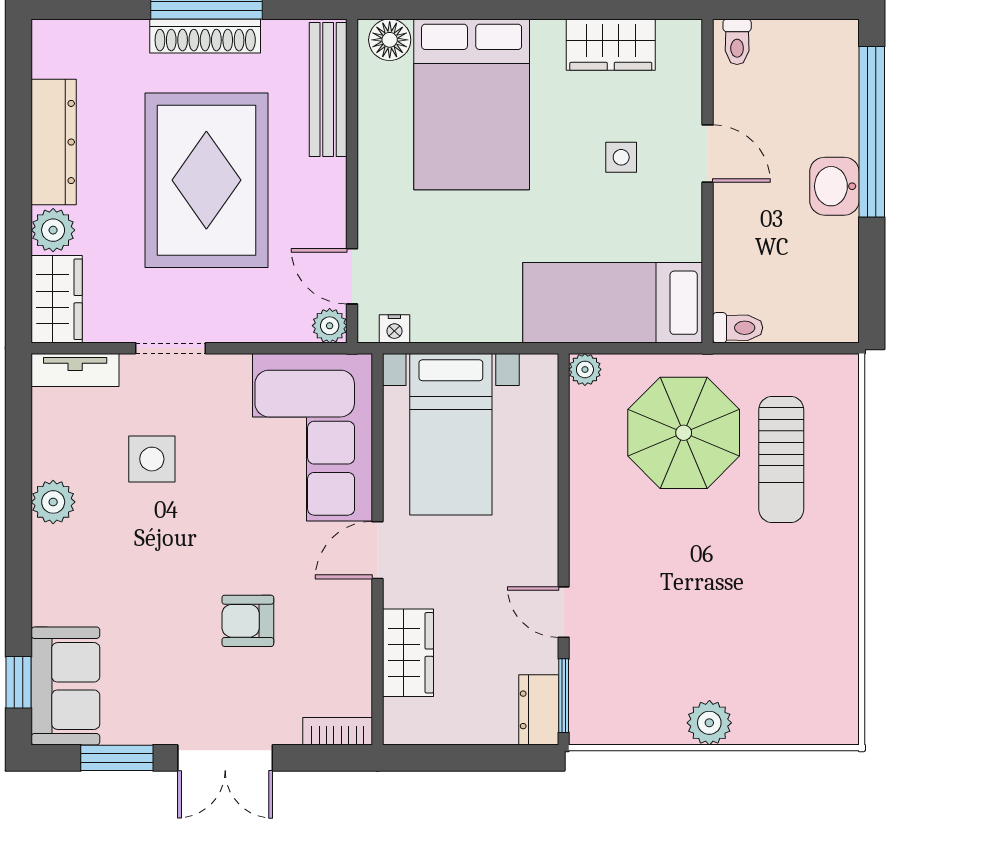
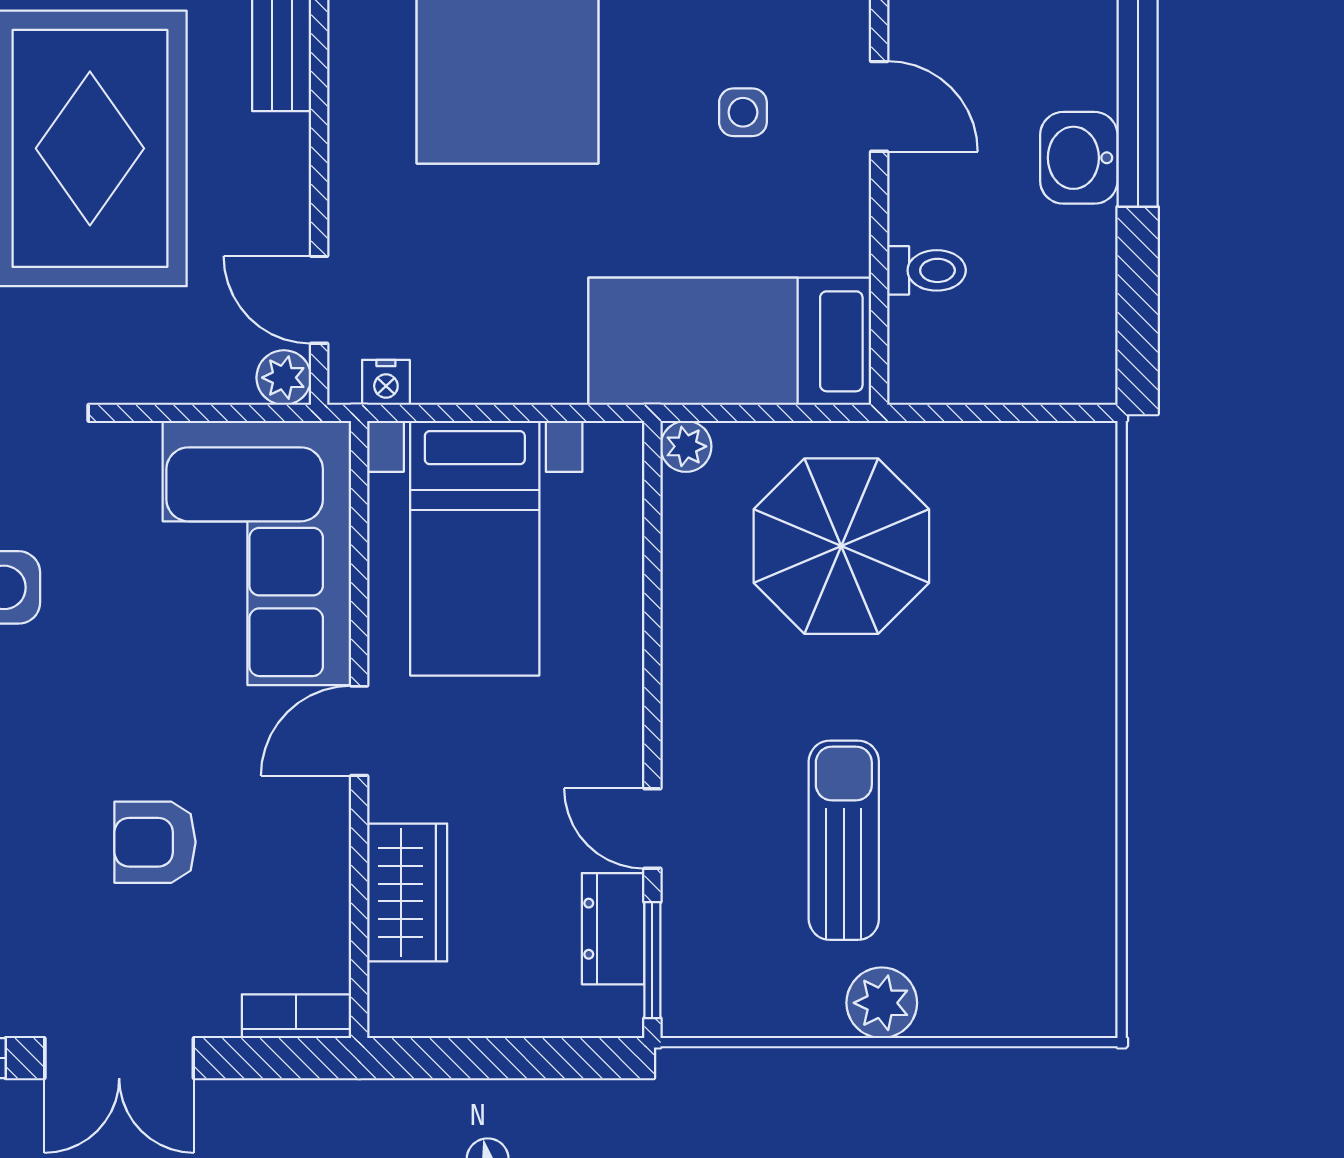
toilet: (738, 328) -> (926, 270), moved
sun lounger: (781, 460) -> (844, 840), moved, turned 180
dresser: (539, 710) -> (613, 929), moved

